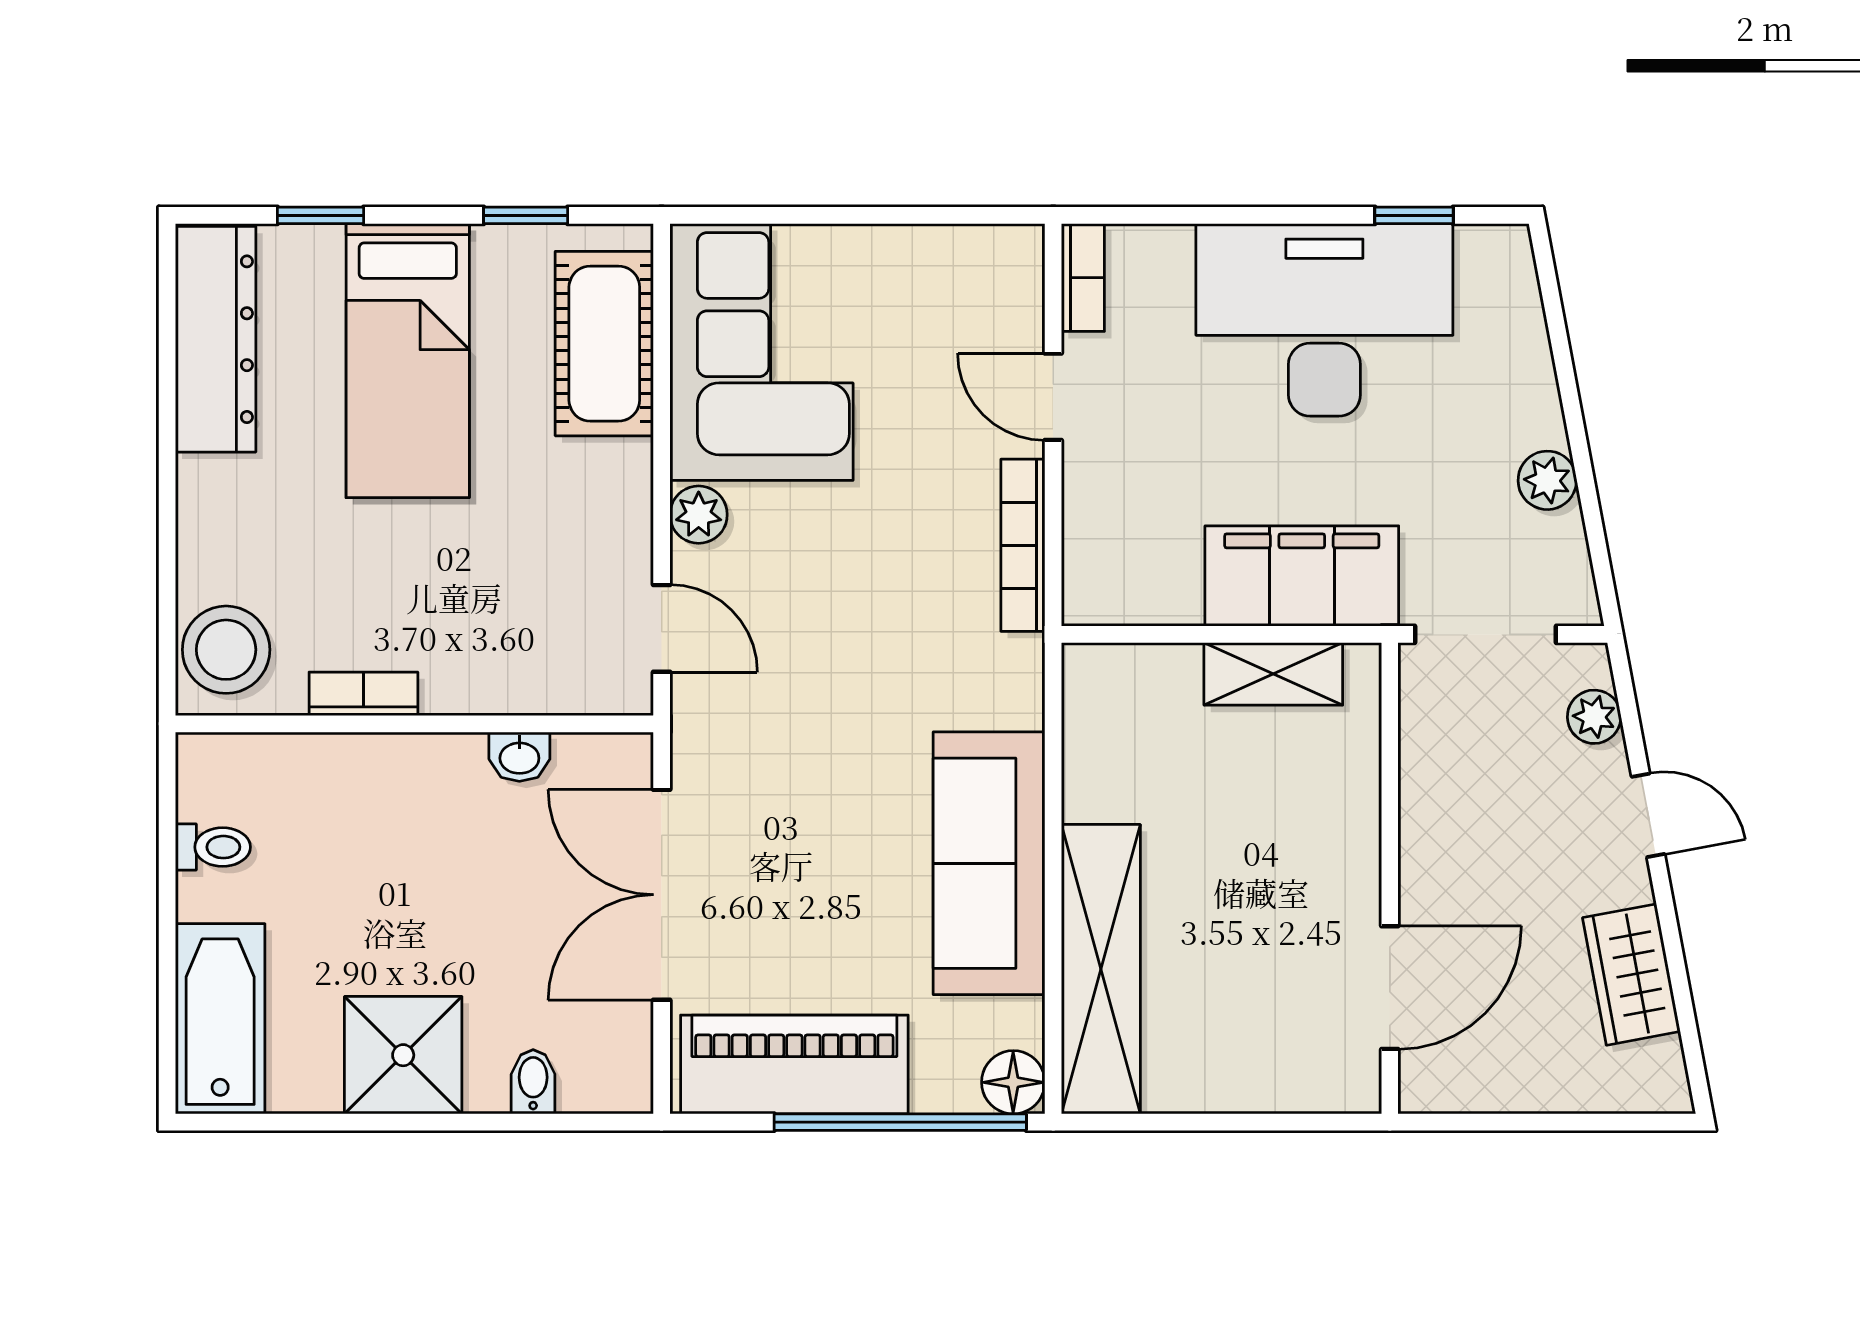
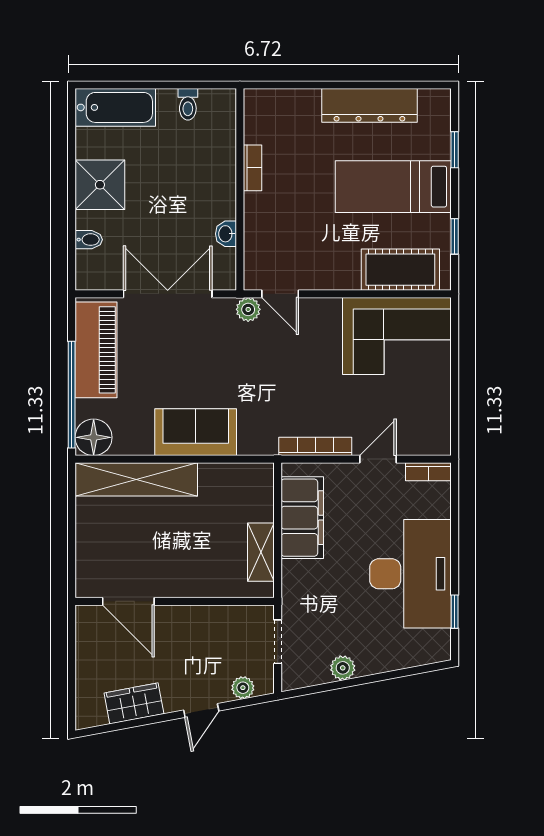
dresser: (216, 339) -> (369, 105), moved
plant: (699, 515) -> (248, 309), moved
filing cabinet: (1302, 576) -> (302, 518), moved
door: (662, 628) -> (280, 294), hinge flipped
doorway: (1485, 634) -> (278, 642), width x0.73
stool: (226, 650) -> (271, 110), removed
sofa: (989, 863) -> (196, 432), width x0.73
floor lamp: (1013, 1082) -> (94, 437), width x1.38, depth x1.38

